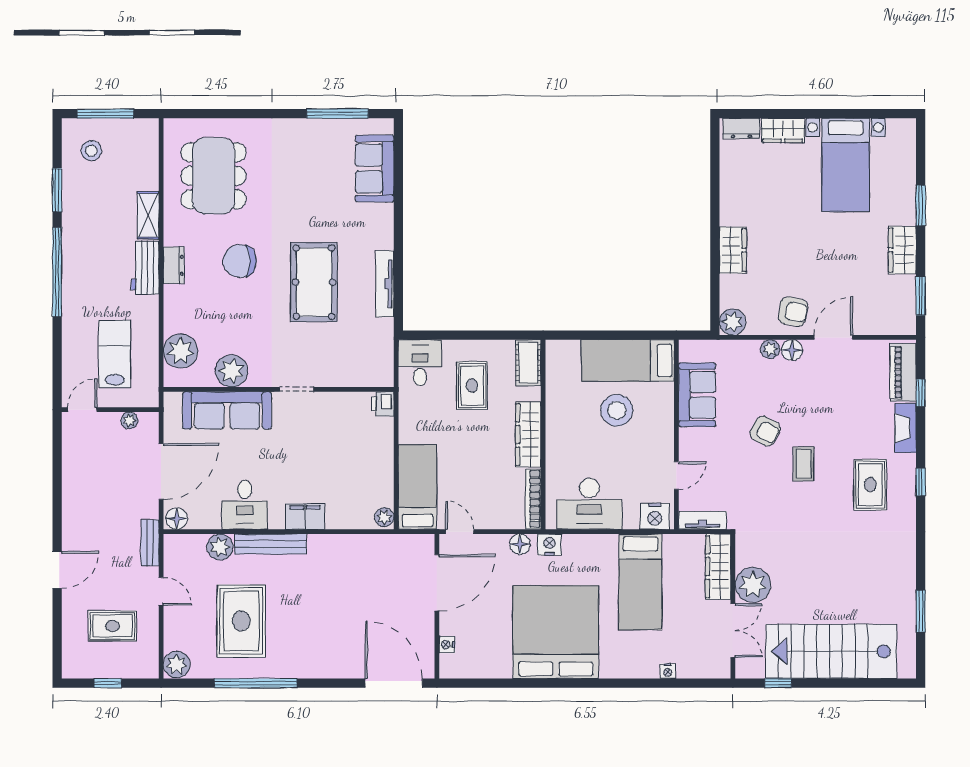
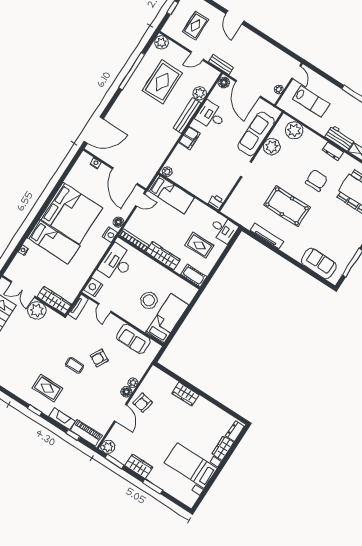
plant: (733, 322) -> (108, 447), moved
bed: (640, 582) -> (53, 242), moved, turned 180
rug: (241, 621) -> (162, 82), turned 90

